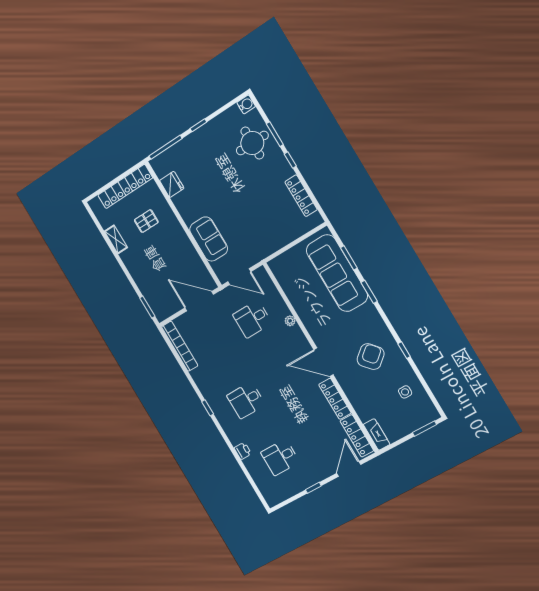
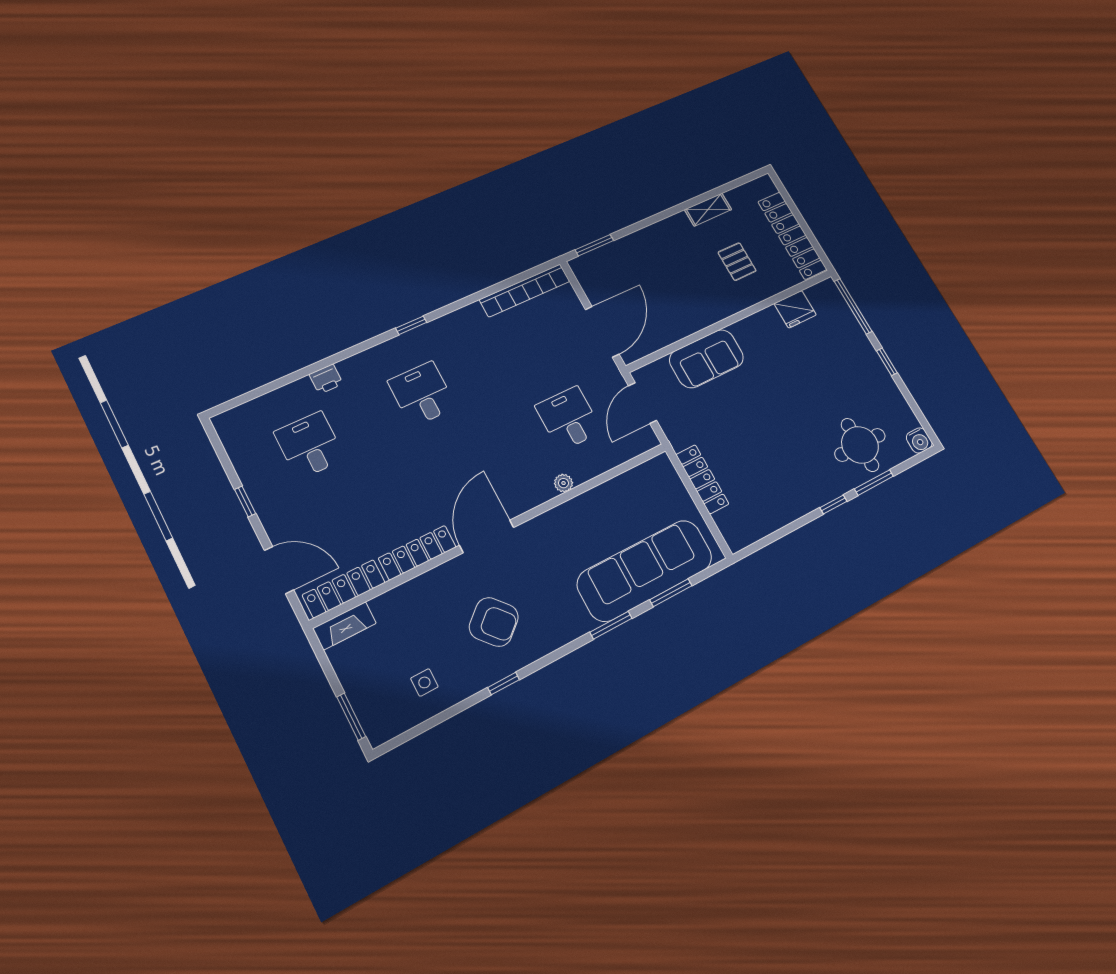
locker: (301, 196) -> (702, 479), moved, turned 90

